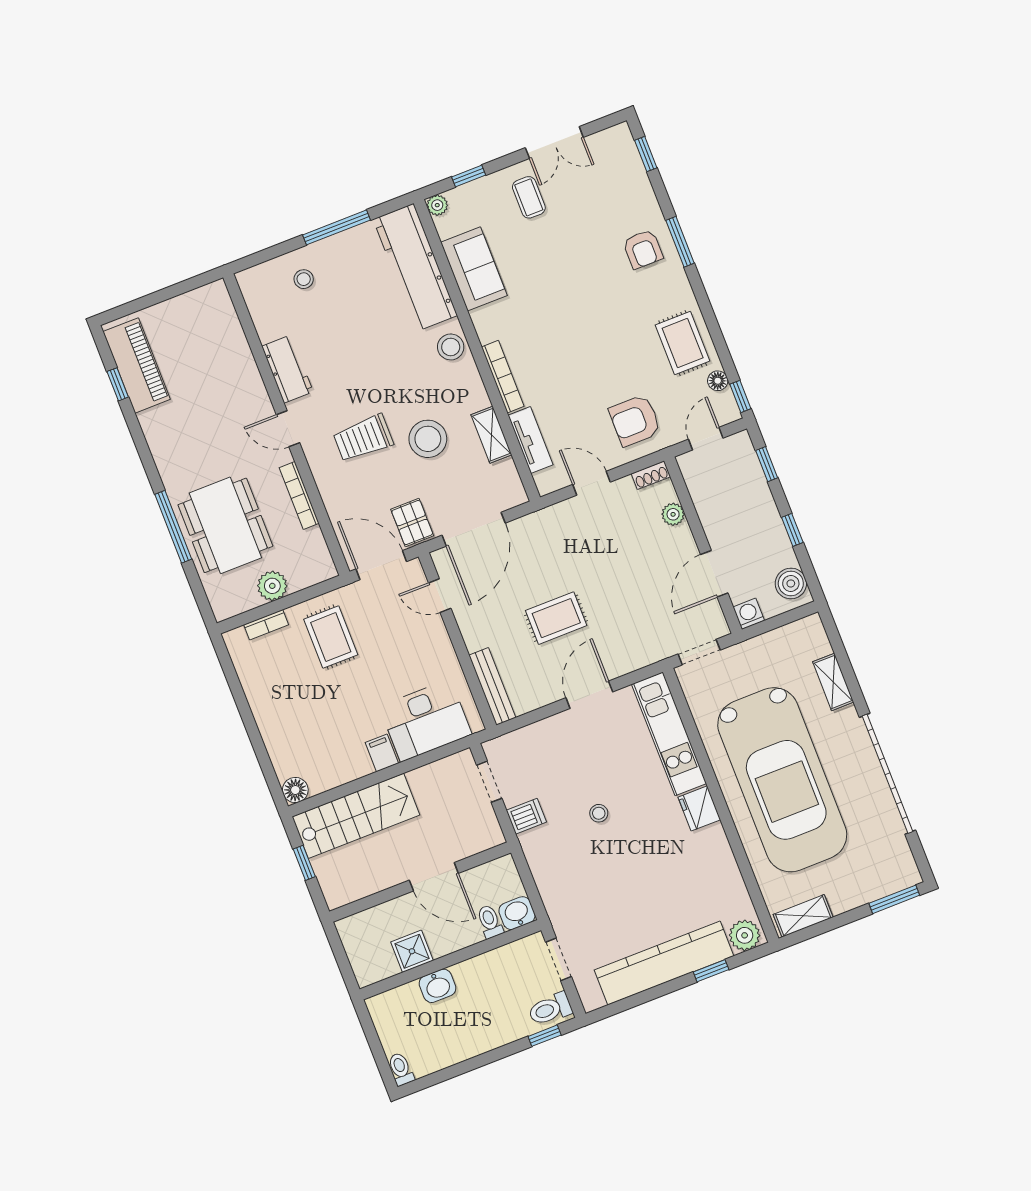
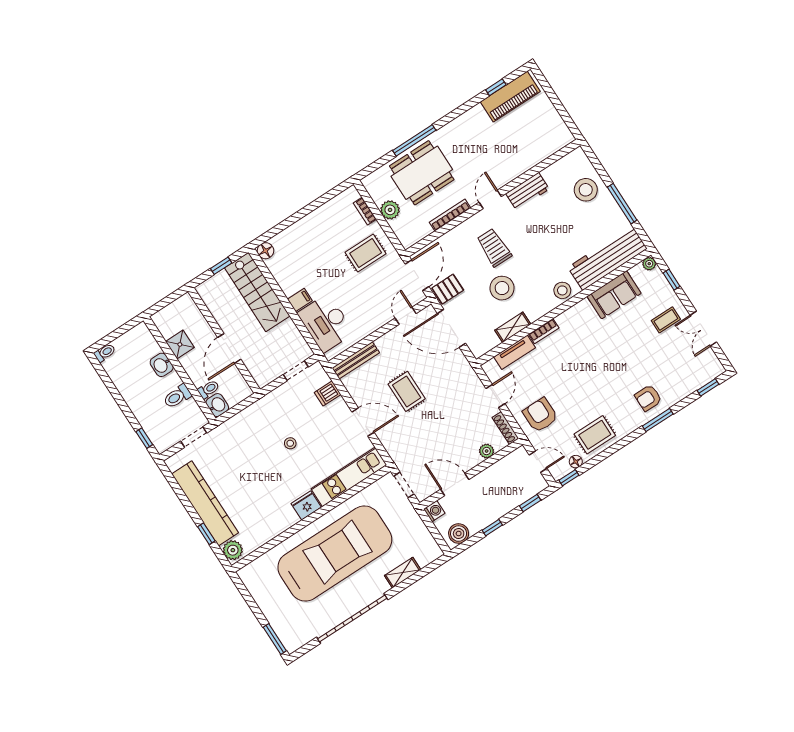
stool: (304, 279) -> (586, 190), width x1.89, depth x1.89
bookcase: (503, 377) -> (544, 331), width x0.64
shoe rack: (651, 475) -> (505, 428), width x1.43
car: (782, 780) -> (335, 554), turned 180
dishwasher: (526, 816) -> (328, 393), moved, turned 90
shelving: (803, 916) -> (253, 584), removed
toilet: (550, 1009) -> (177, 396), moved, turned -90

